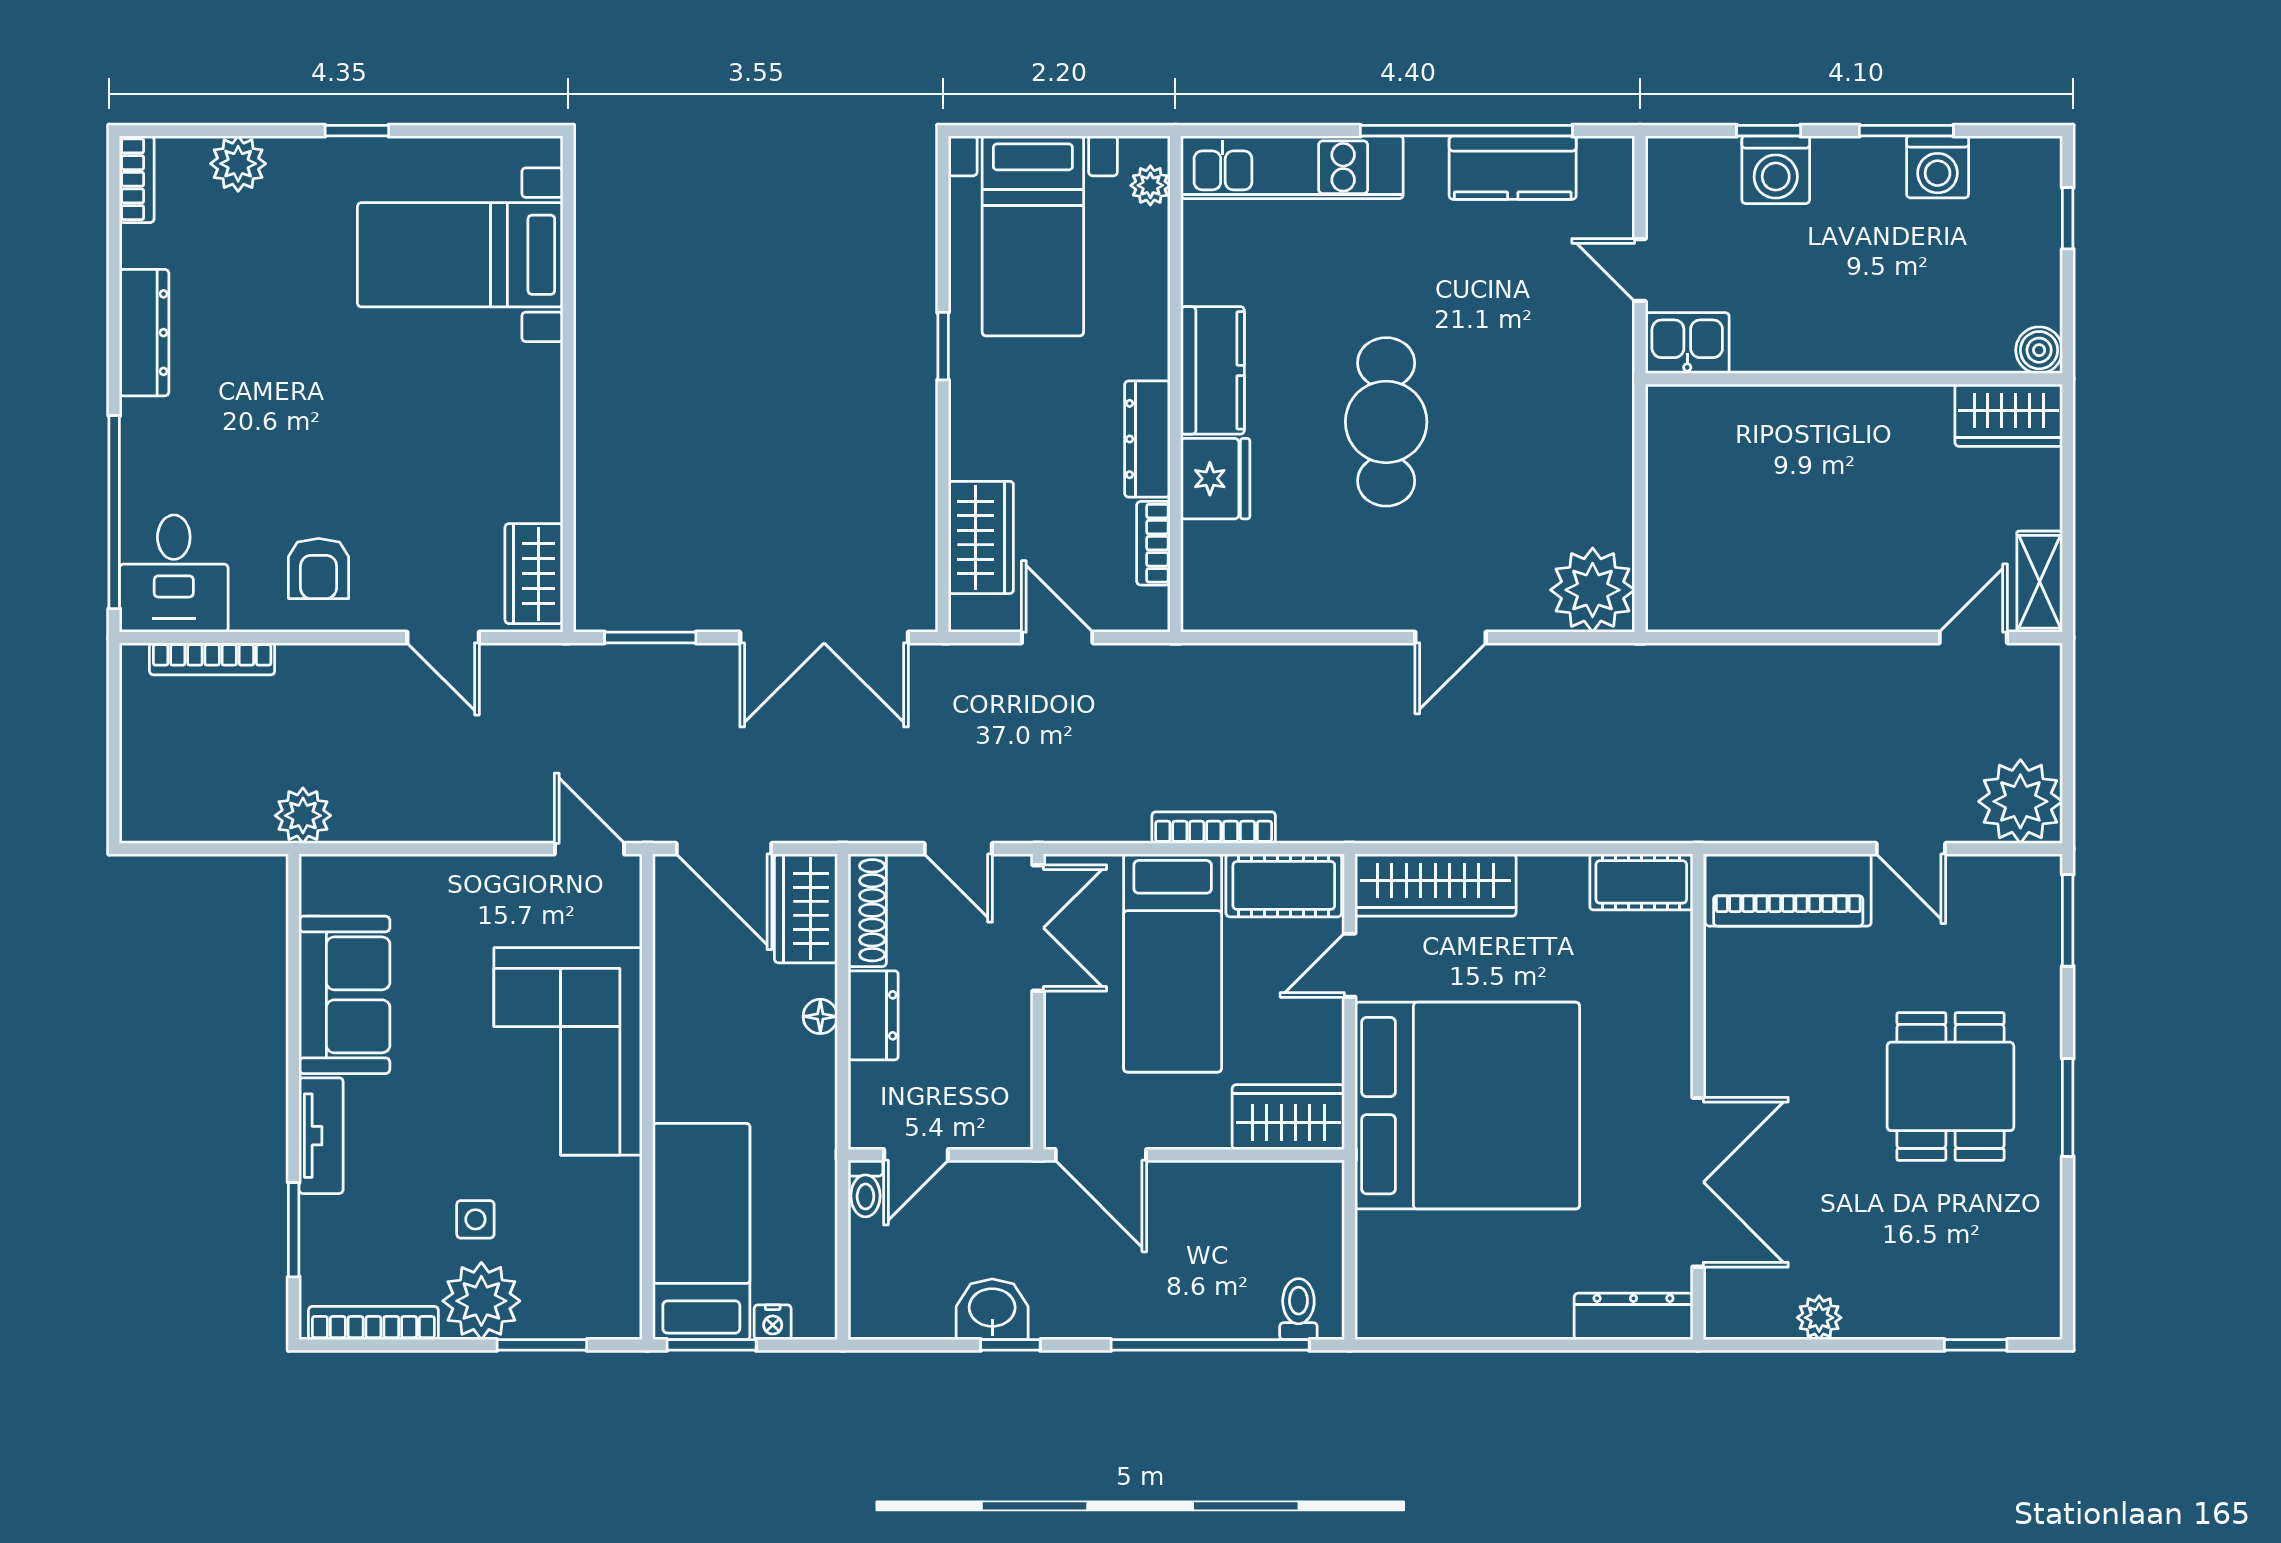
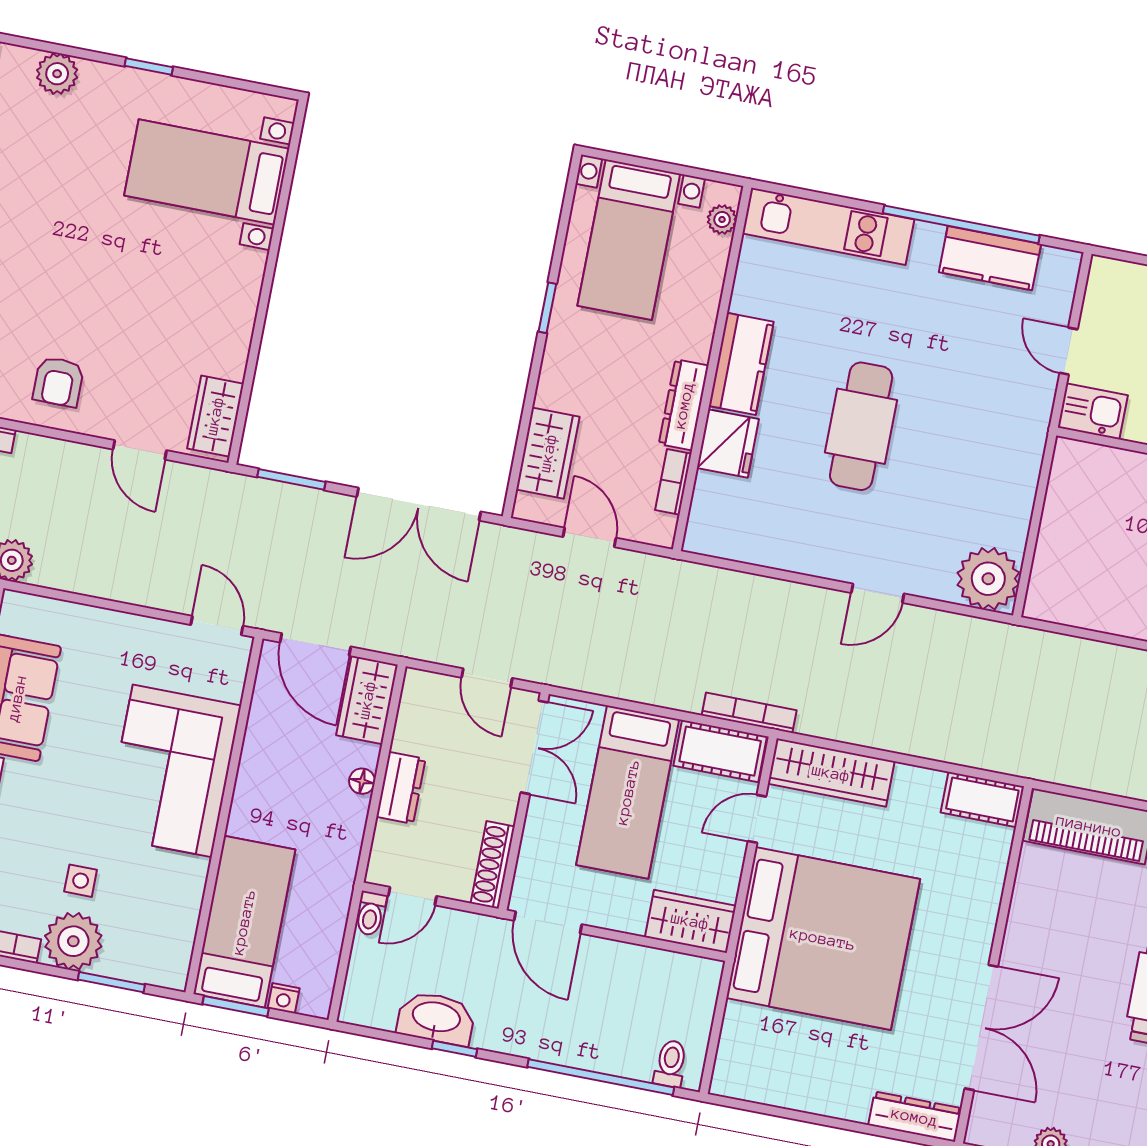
bookcase: (1214, 828) -> (749, 713), moved
shoe rack: (867, 910) -> (493, 865), moved, turned 180
washbasin: (992, 1309) -> (436, 1018), width x1.38

